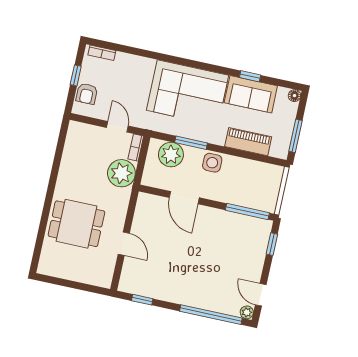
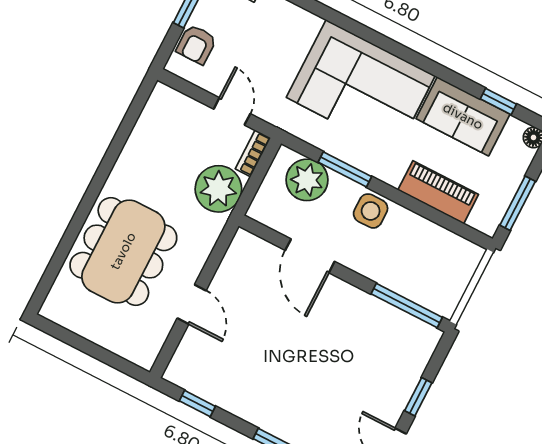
window: (250, 76) -> (498, 102), moved
dining table: (76, 224) -> (123, 251), width x1.38
window: (272, 244) -> (418, 397), moved

